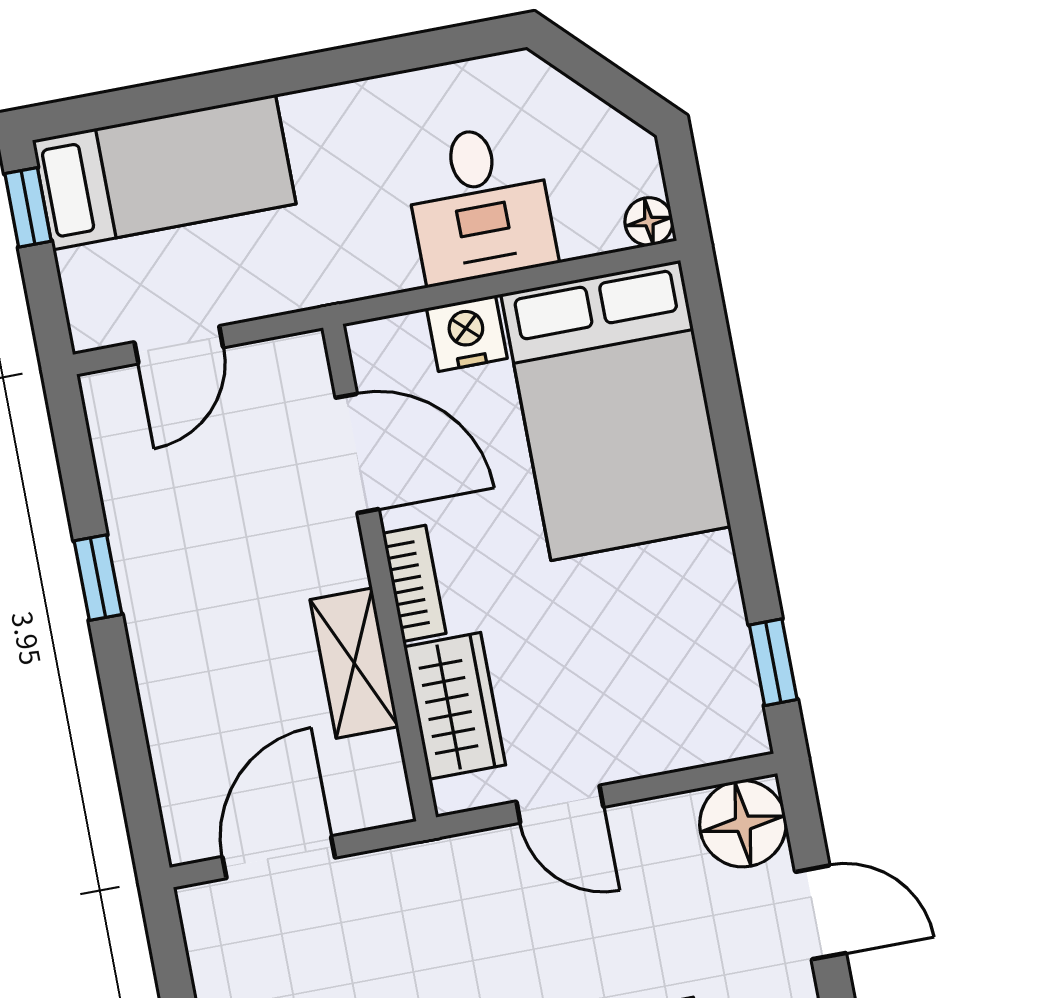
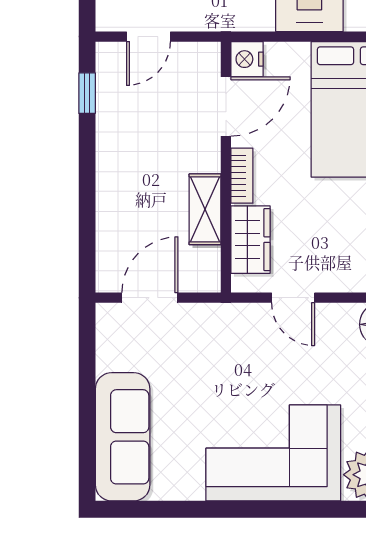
nightstand: (467, 333) -> (247, 59), moved, turned -90
door: (357, 453) -> (226, 106), hinge flipped
window: (98, 578) -> (87, 93), moved

